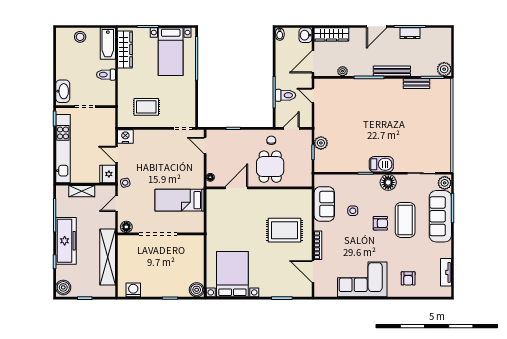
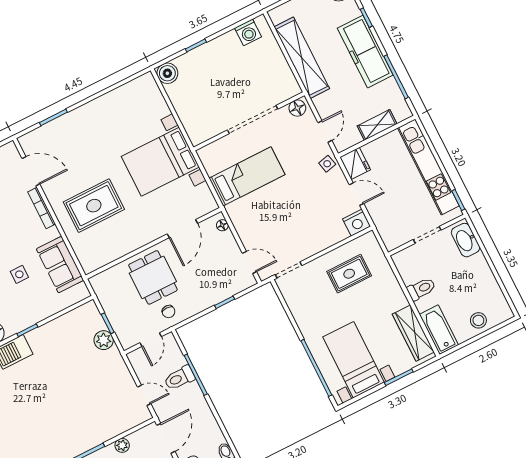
bed with nightstands: (232, 274) -> (160, 162), moved, turned 90

